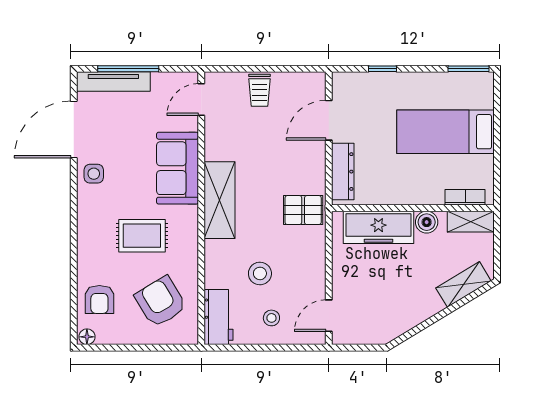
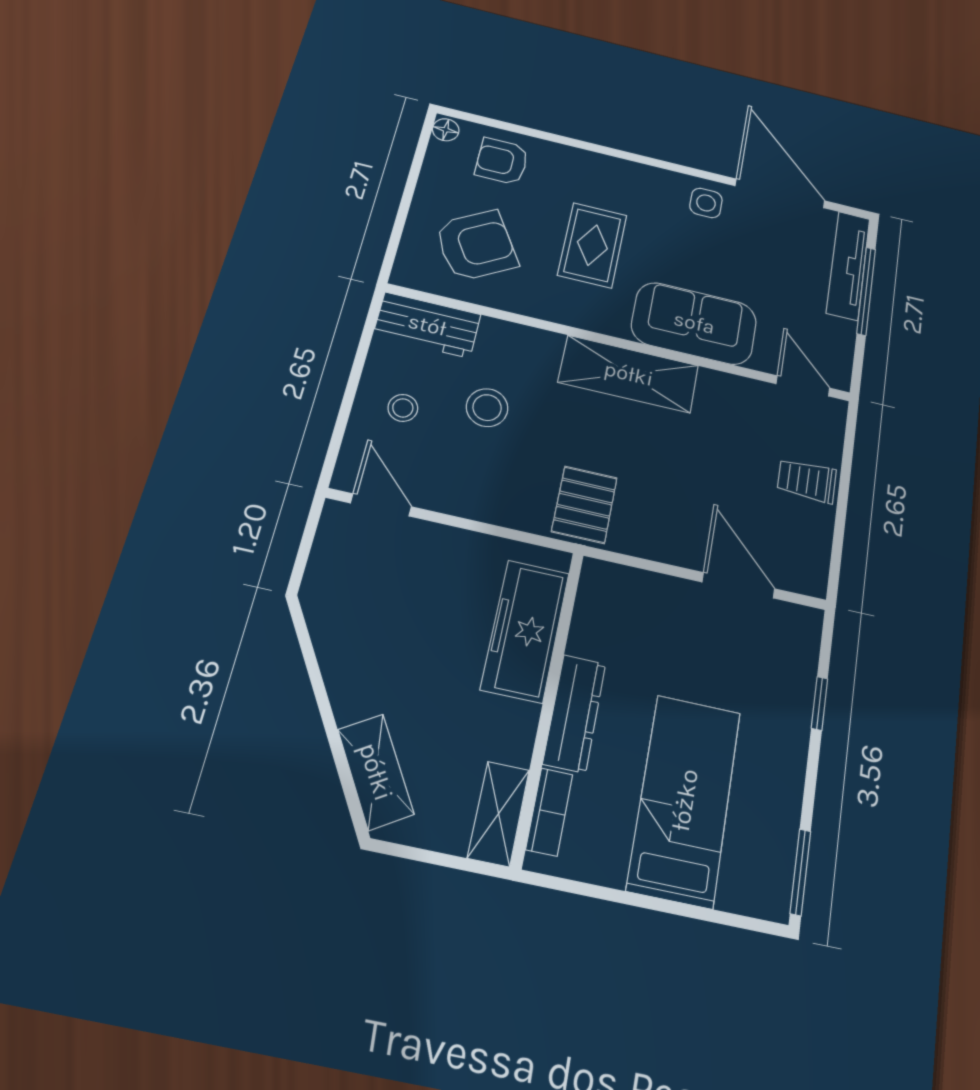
dresser: (343, 172) -> (575, 713), moved, turned -90
boiler: (427, 222) -> (516, 724), removed

